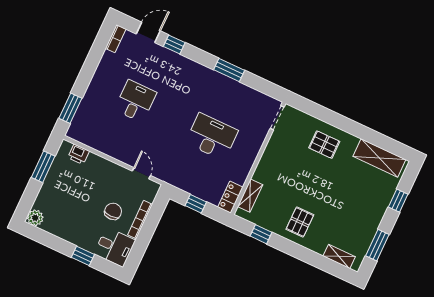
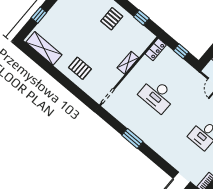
window: (174, 44) -> (166, 167), removed
shelving: (250, 196) -> (128, 63), moved

